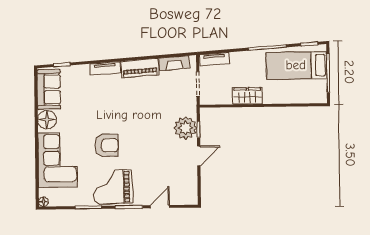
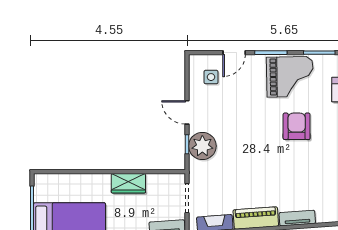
armchair: (107, 145) -> (297, 126), turned 90
door: (199, 156) -> (187, 112), hinge flipped
side table: (179, 186) -> (211, 77), added

